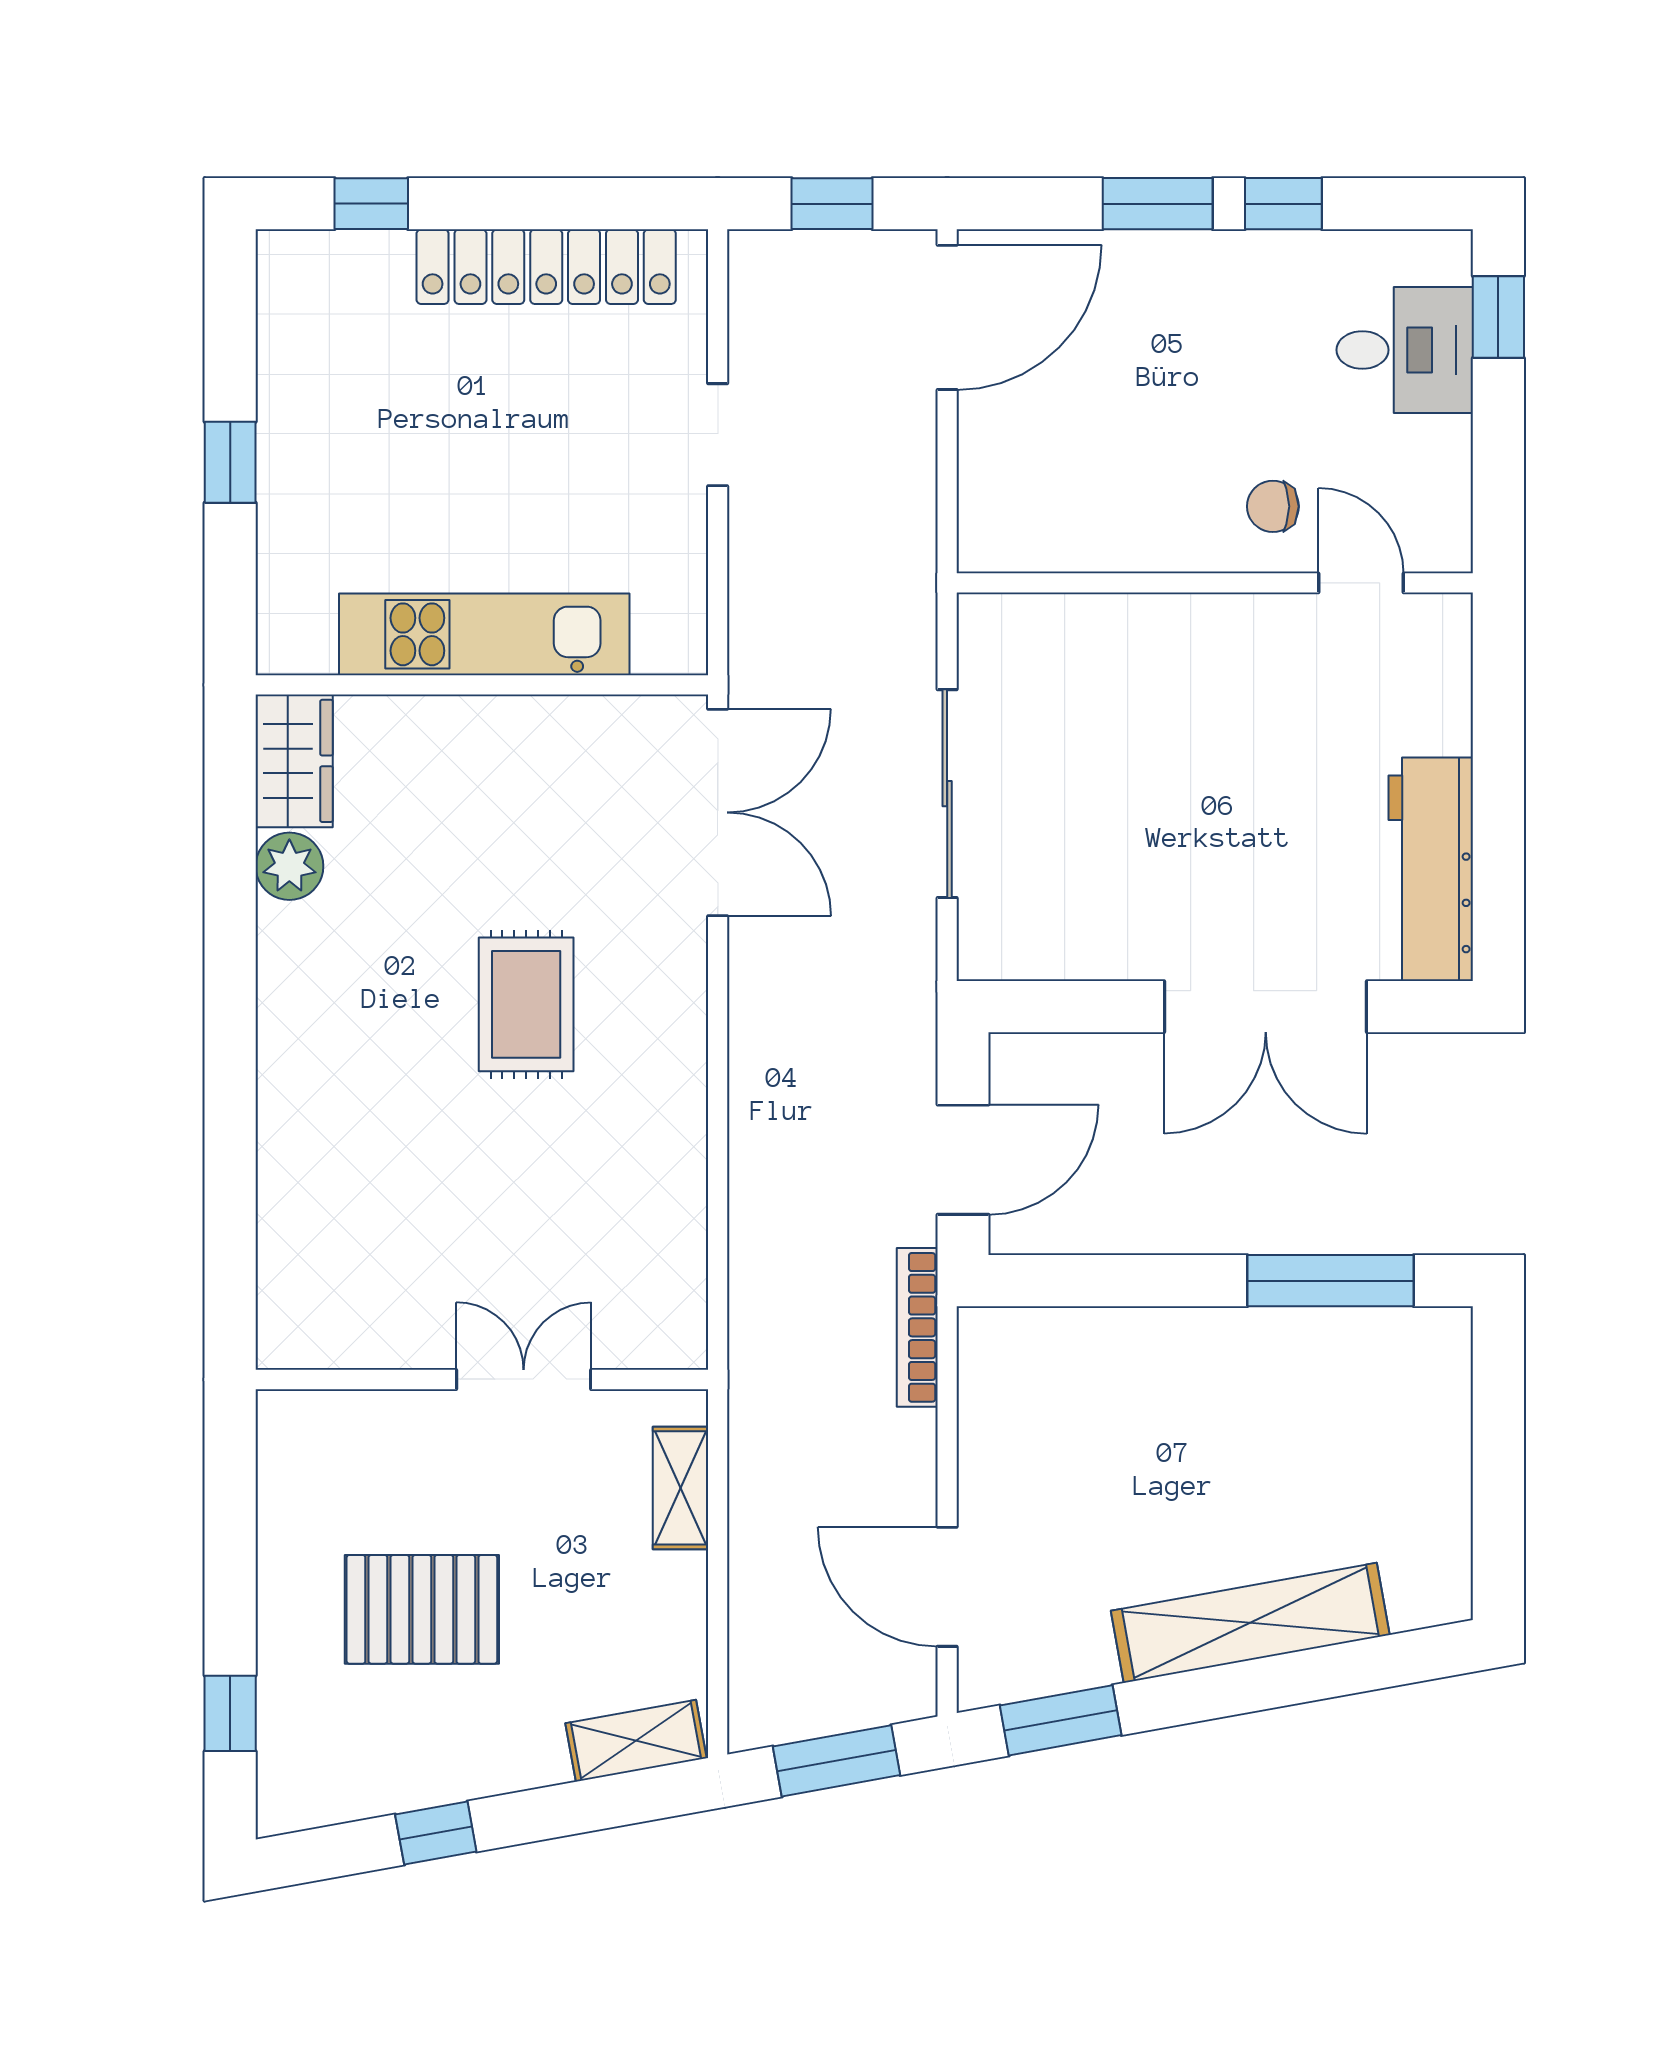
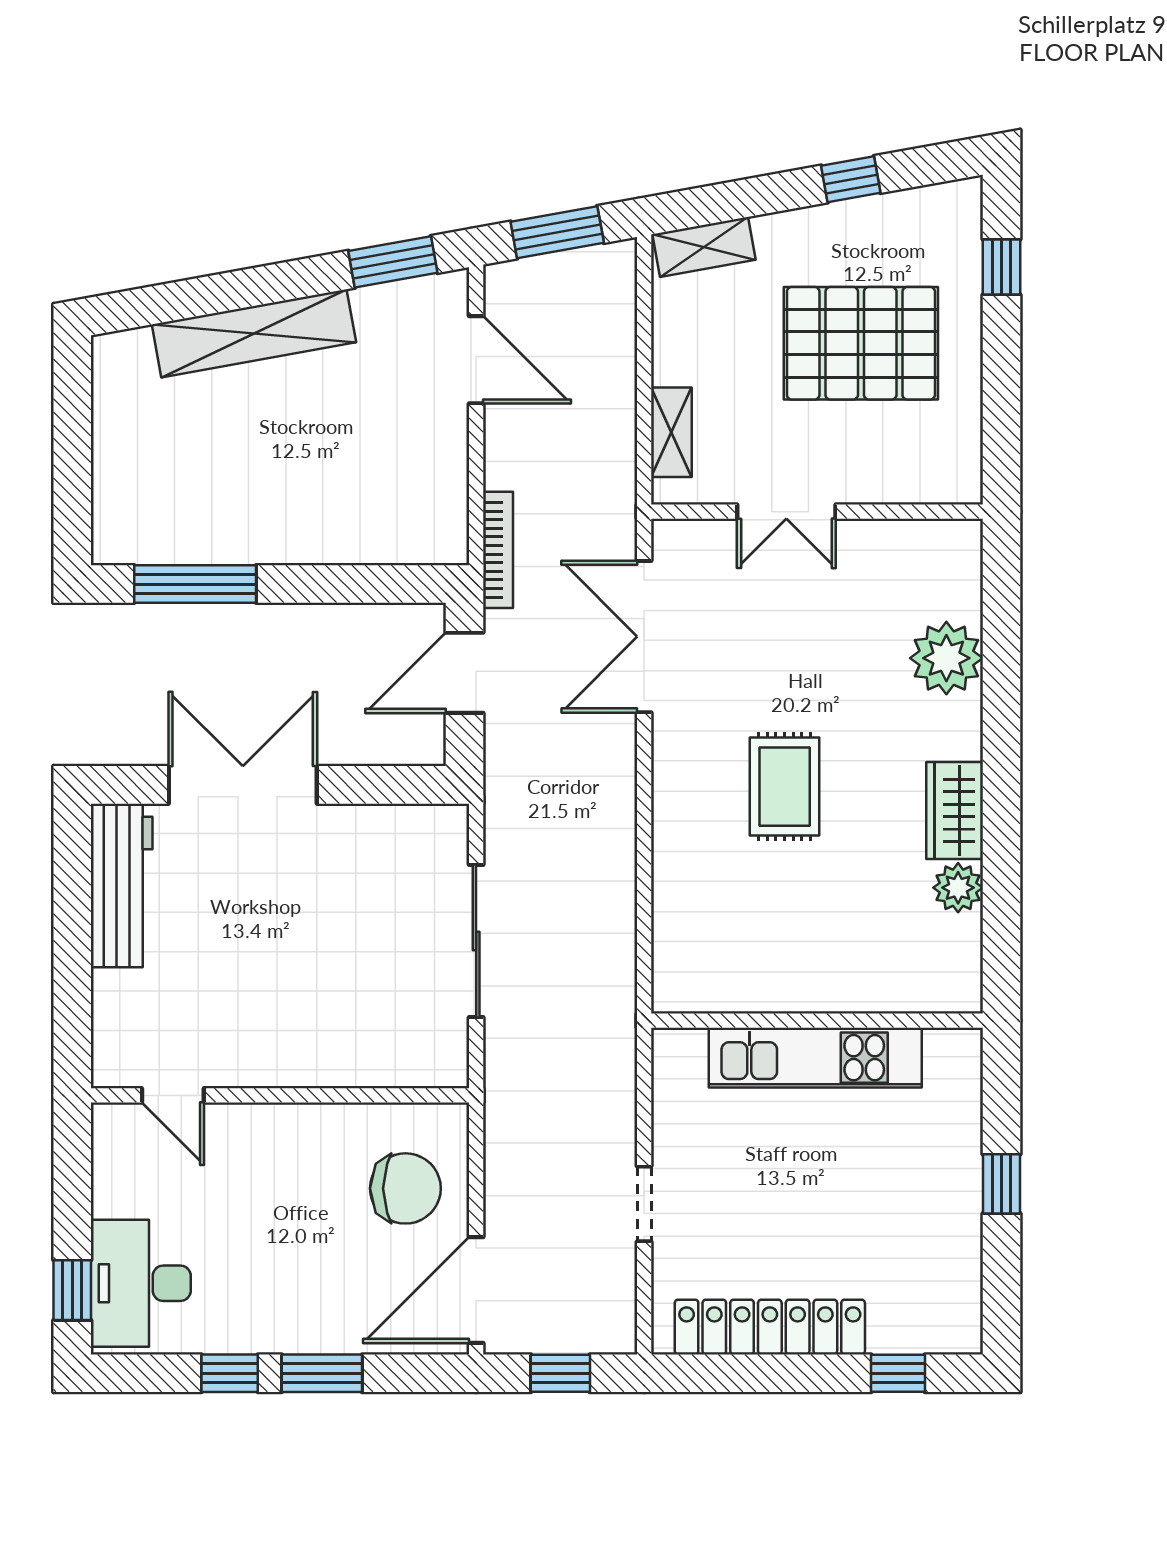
desk: (1405, 350) -> (141, 1283), width x1.37
chair: (1273, 506) -> (405, 1188), moved, width x1.87, depth x1.87
wardrobe: (294, 761) -> (955, 811), moved
double door: (718, 812) -> (644, 637), moved
plant: (305, 1180) -> (946, 658), added
pallet: (422, 1609) -> (861, 343), width x1.37, depth x1.41

